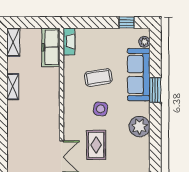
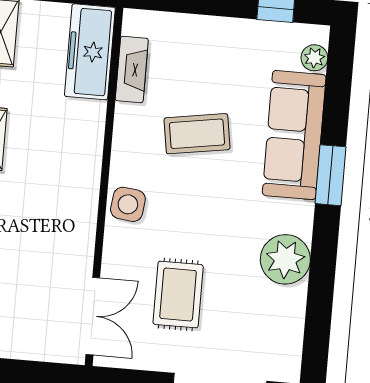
fireplace: (69, 41) -> (132, 70), moved
side table: (101, 109) -> (128, 204), moved

